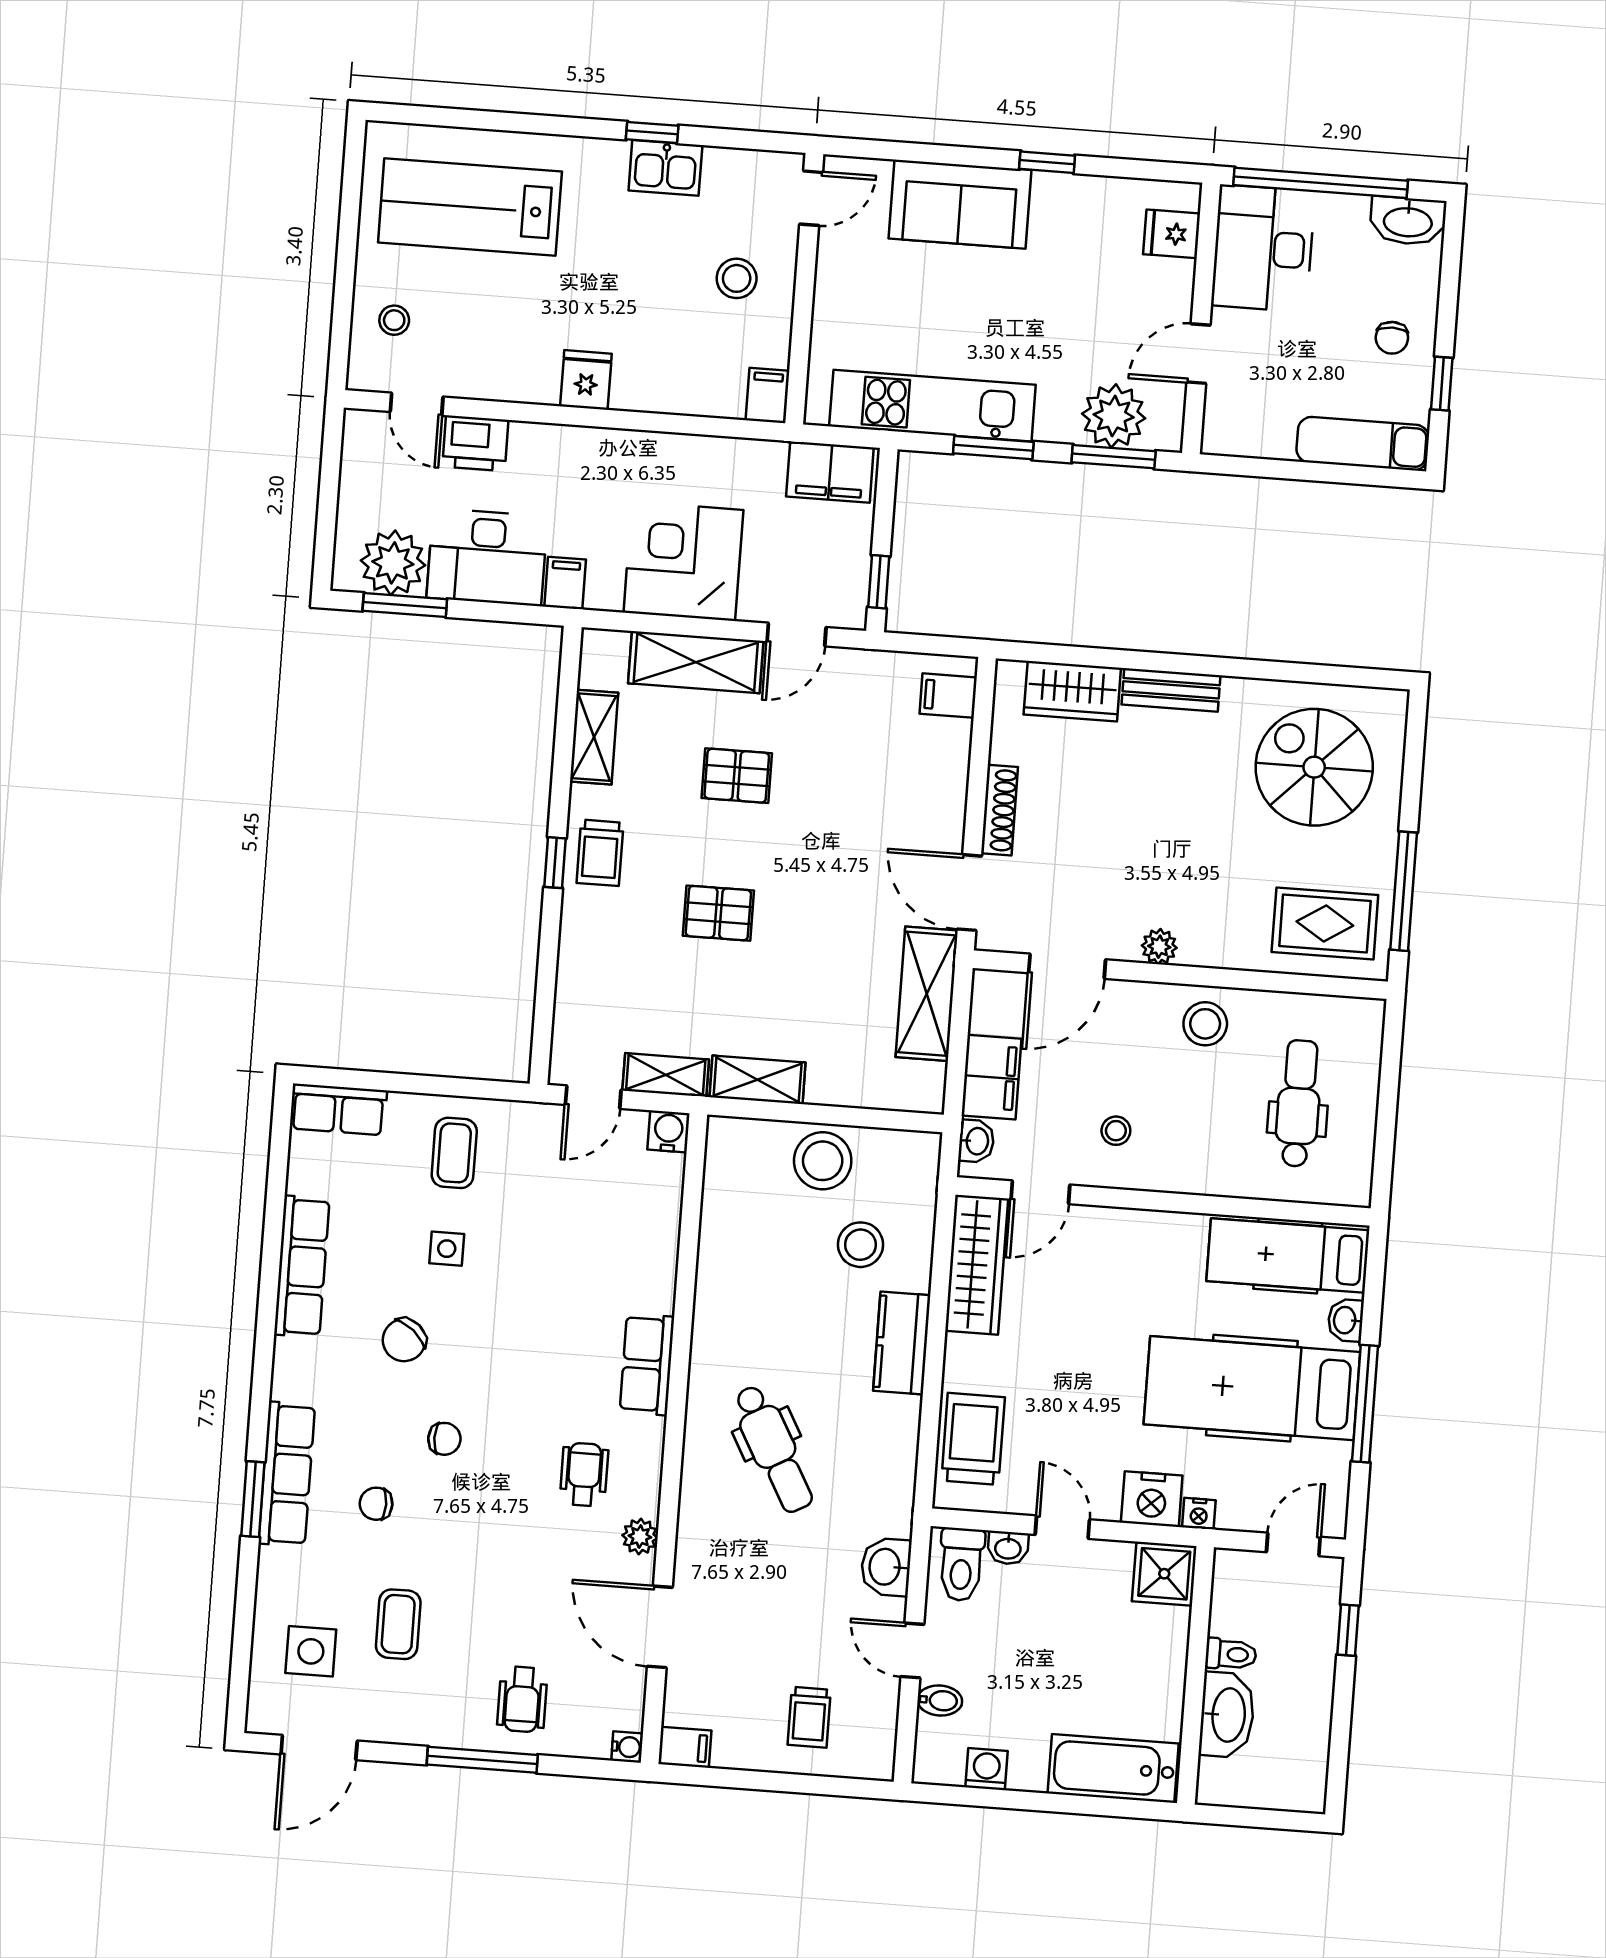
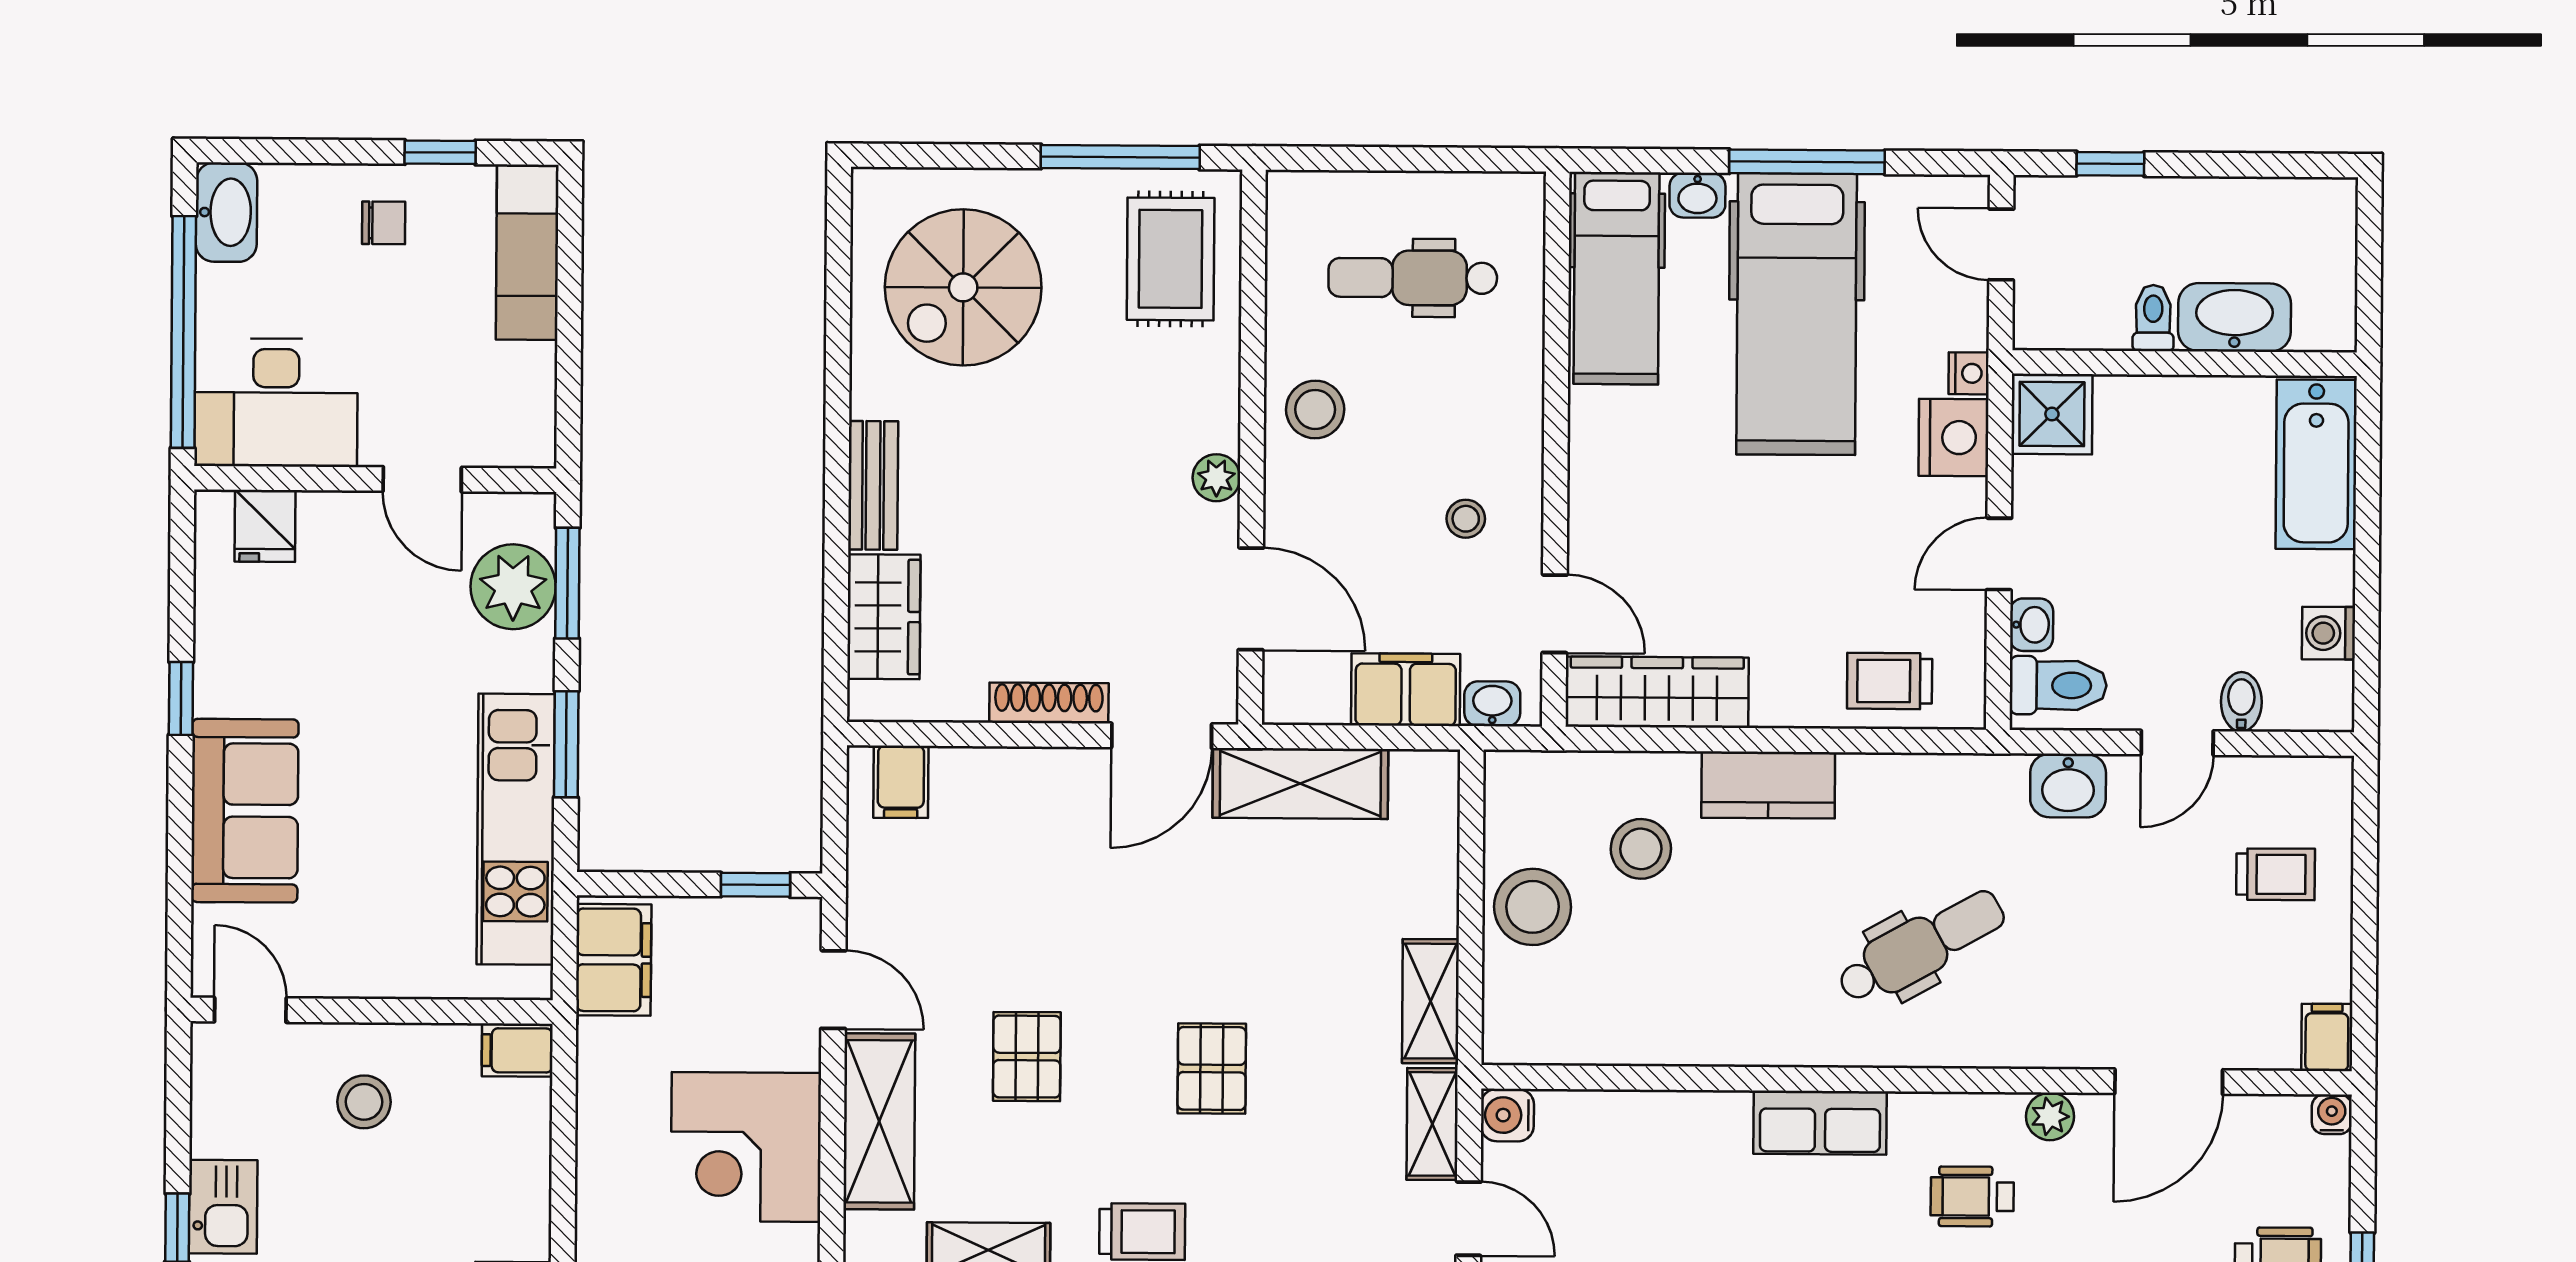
trolley: (973, 1439) -> (1890, 681), width x0.73, depth x0.72

